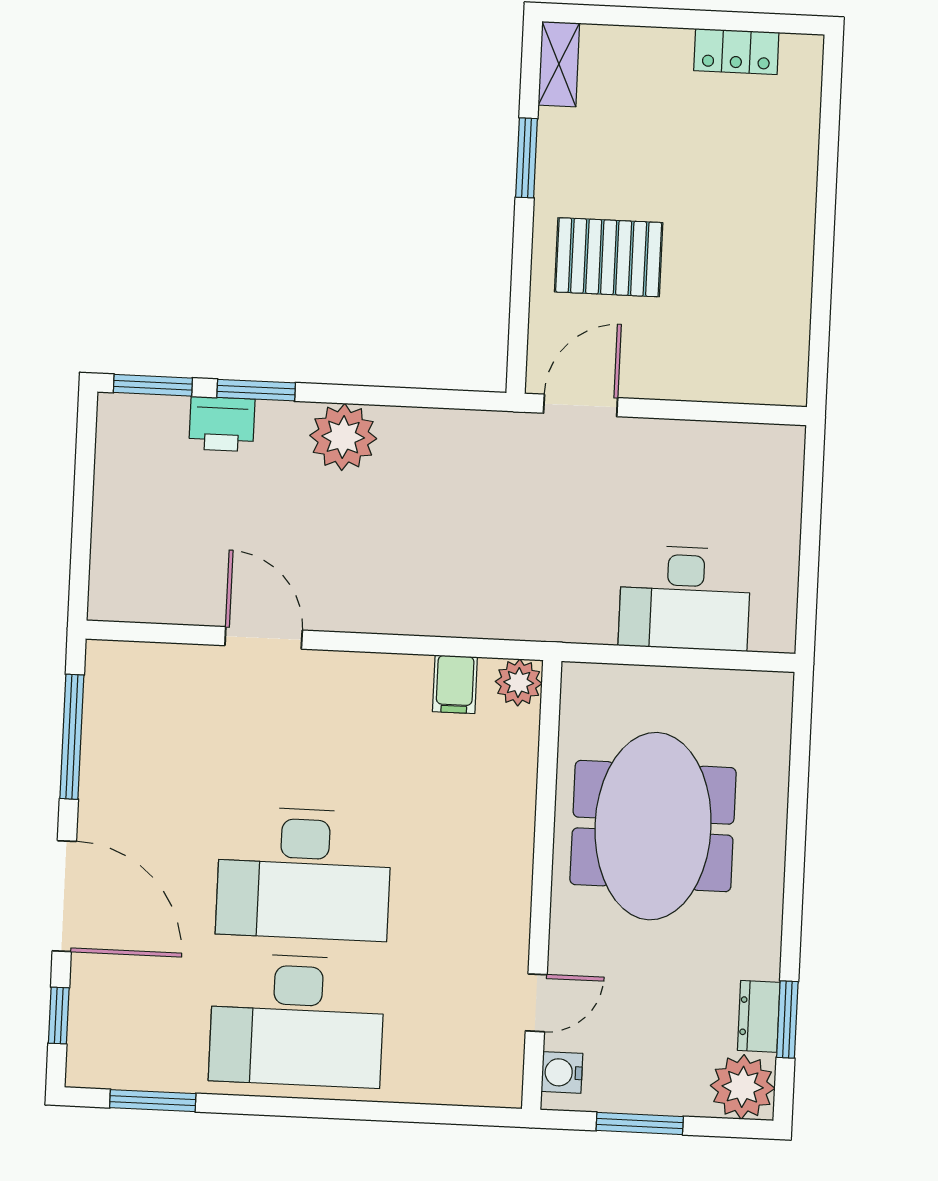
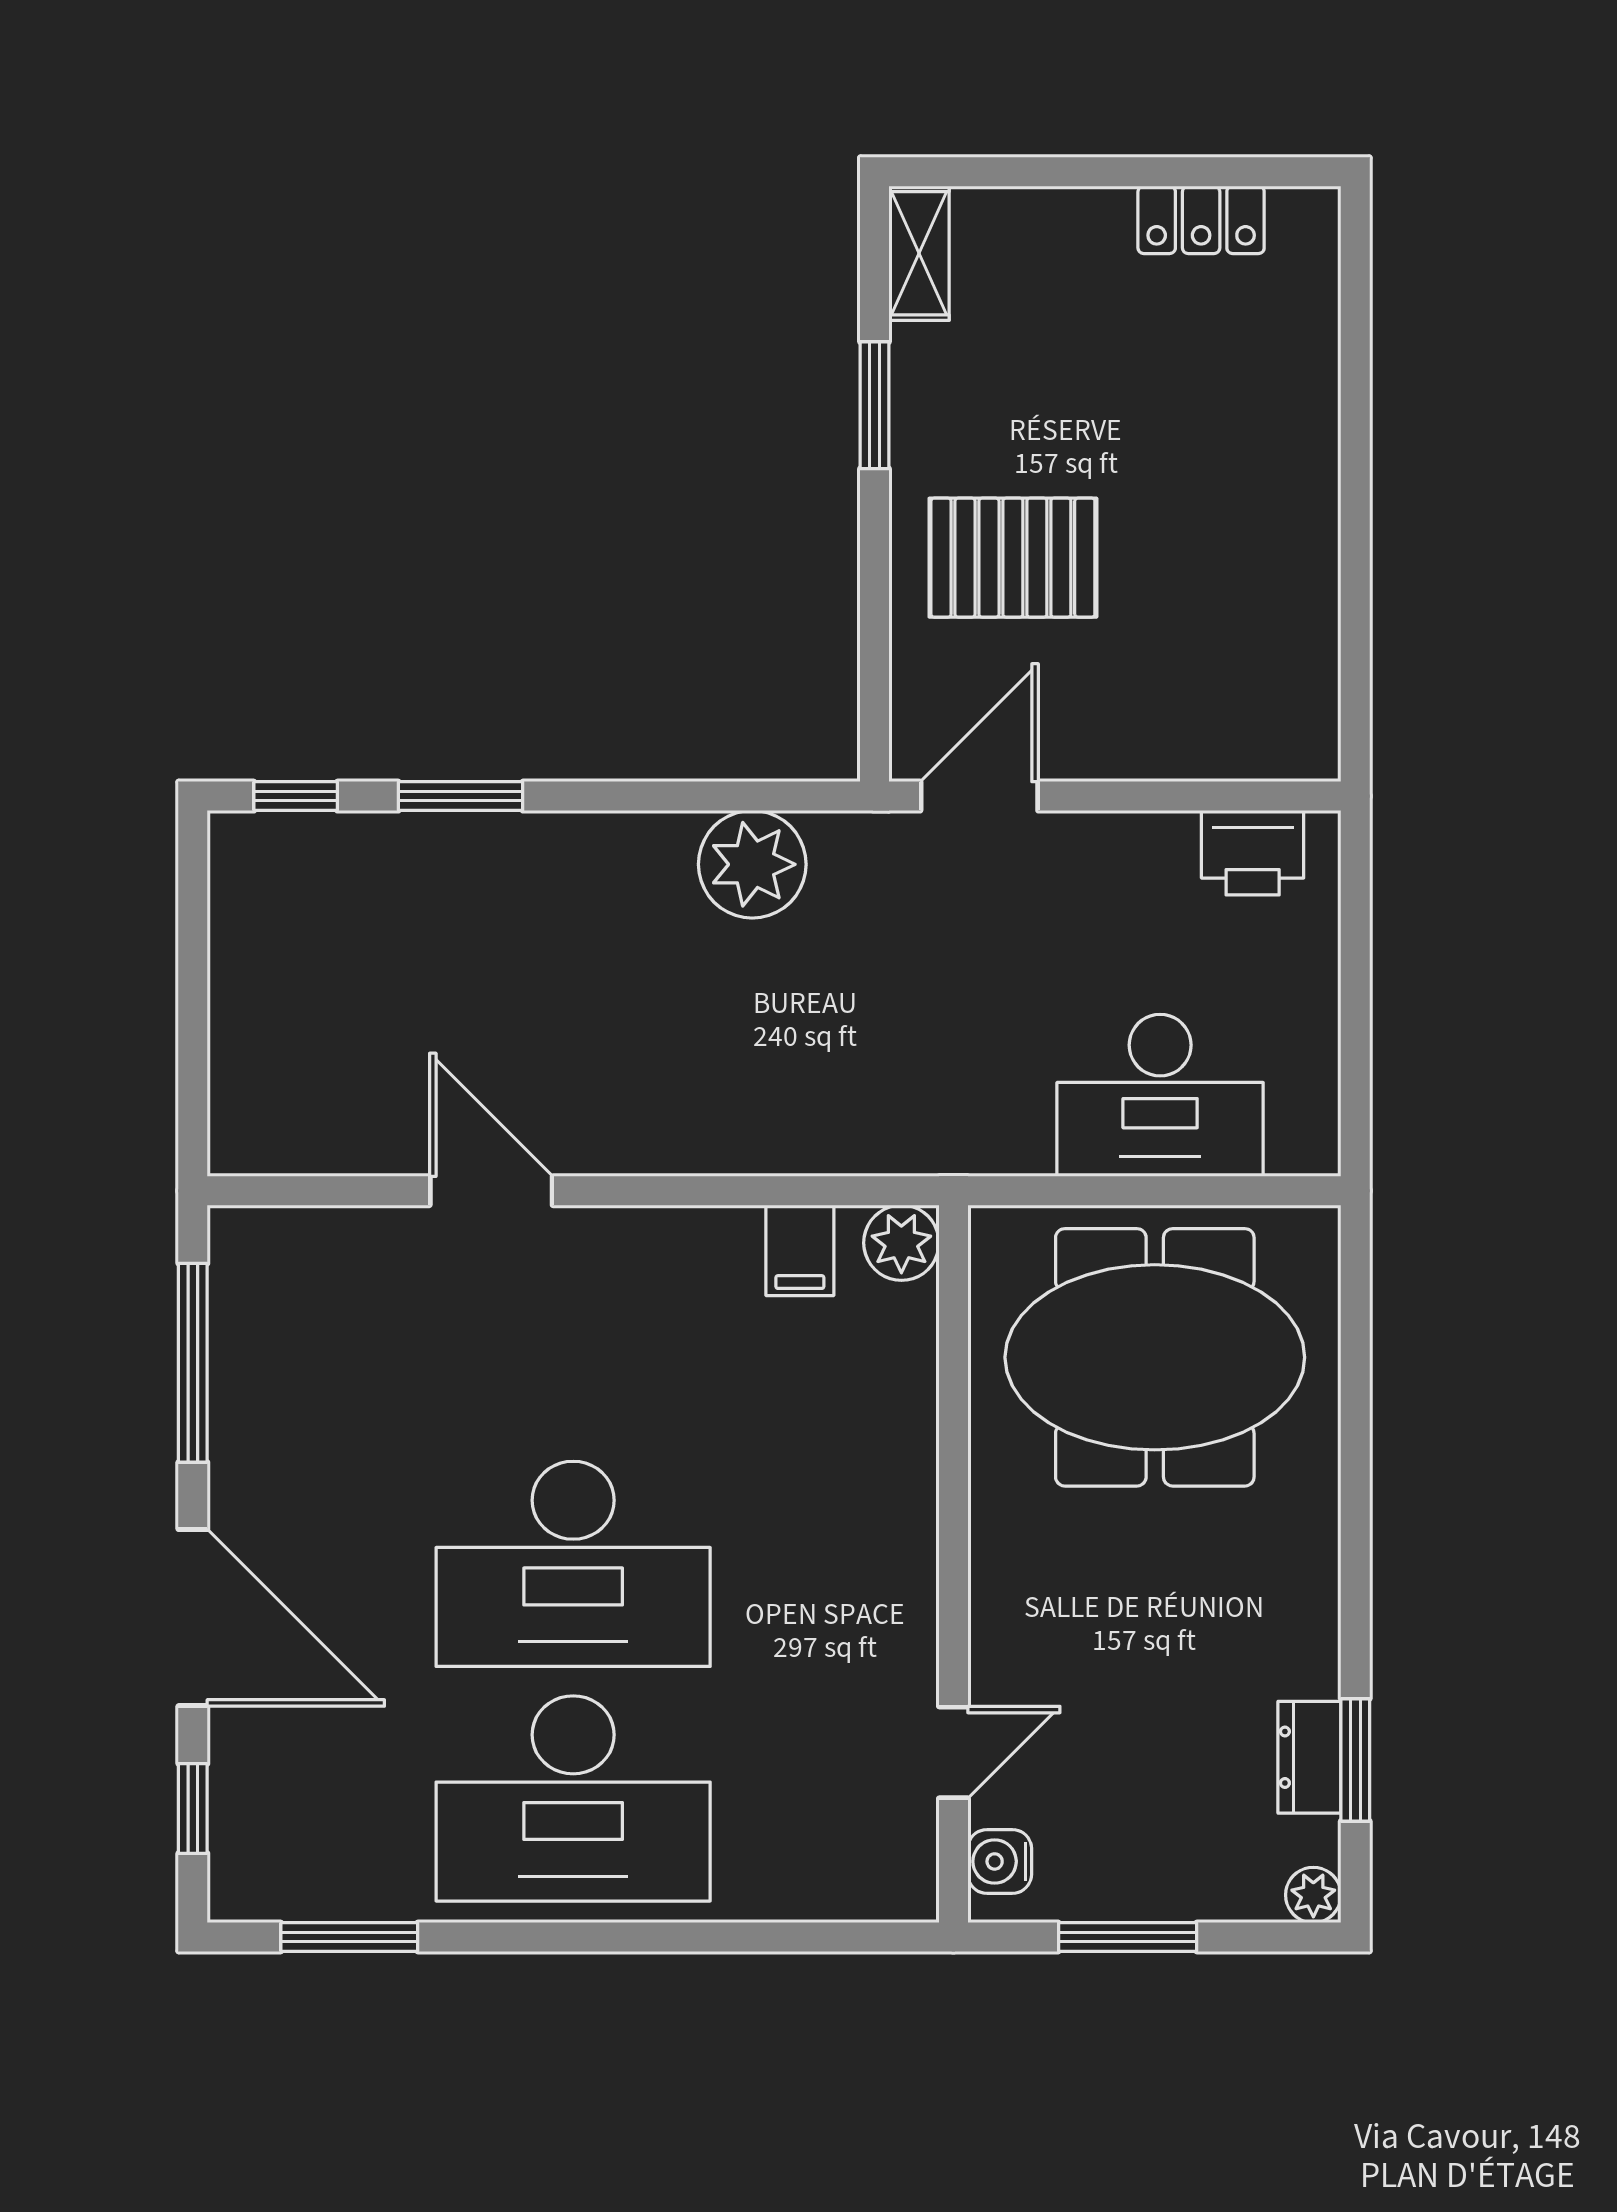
window: (153, 385) -> (296, 796), width x0.67
printer: (222, 424) -> (1253, 853), moved
plant: (343, 437) -> (752, 864), moved
meeting table: (653, 826) -> (1155, 1357), moved, turned 90
plant: (743, 1087) -> (1313, 1895), width x0.53, depth x0.53

